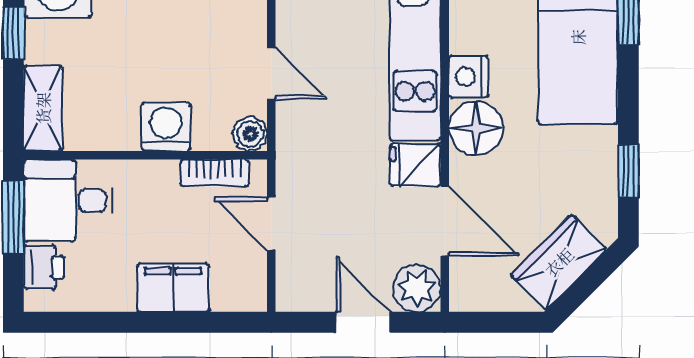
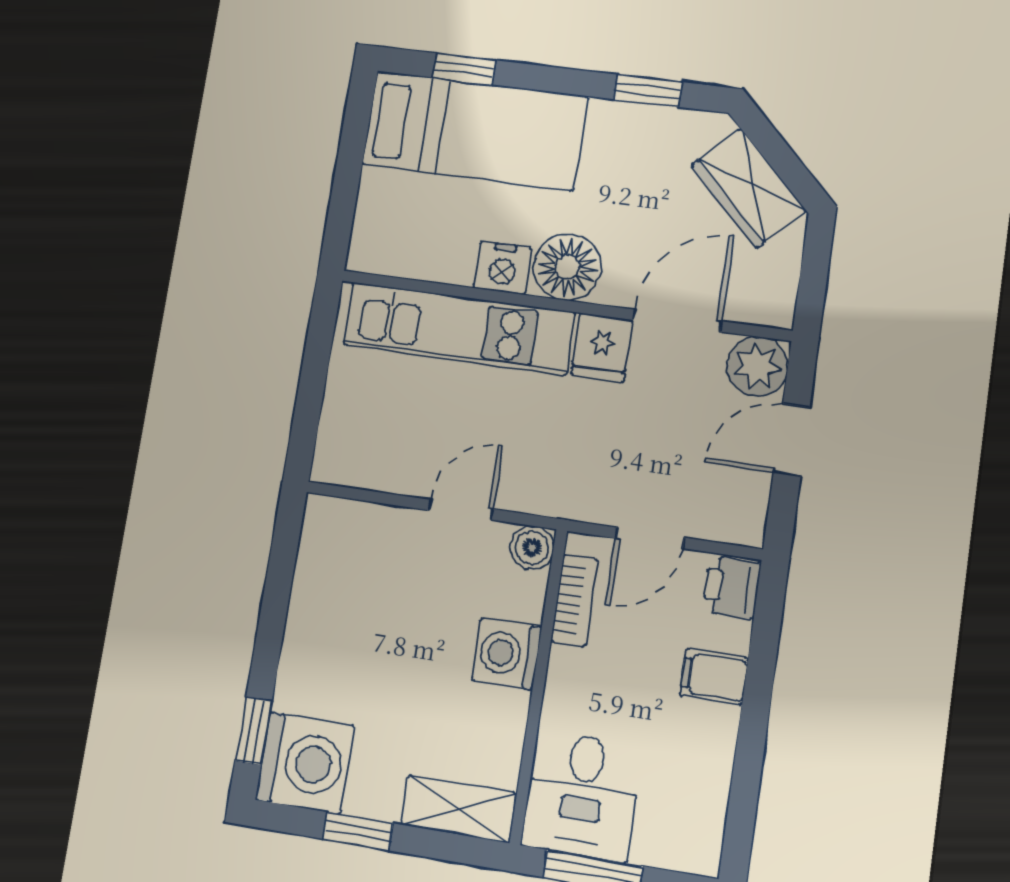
printer: (44, 267) -> (732, 587), moved, turned -90
filing cabinet: (173, 288) -> (714, 677), width x0.50

